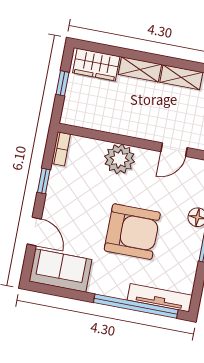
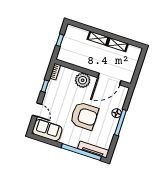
wardrobe: (96, 65) -> (77, 33), removed
door: (174, 150) -> (109, 79), width x1.88

